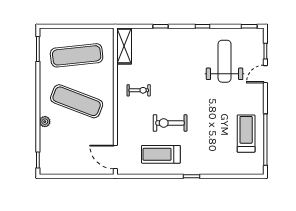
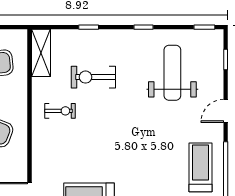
door: (265, 74) -> (226, 111), moved
exercise bike: (170, 123) -> (93, 77), moved

